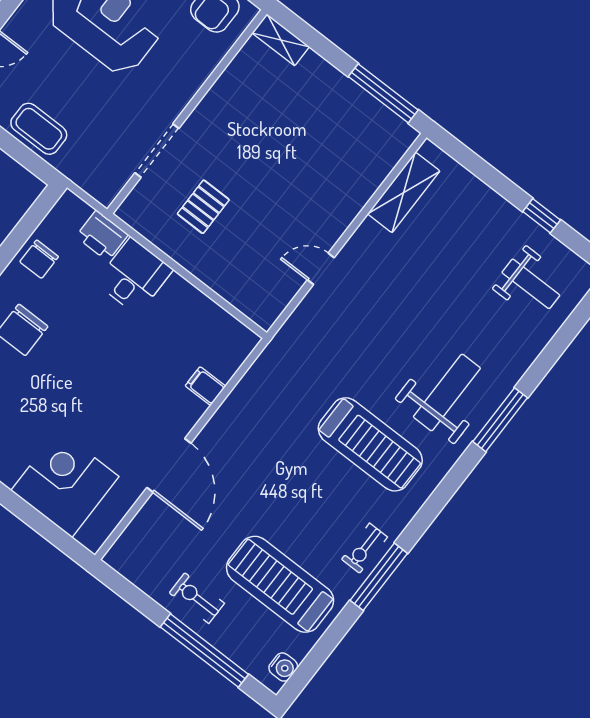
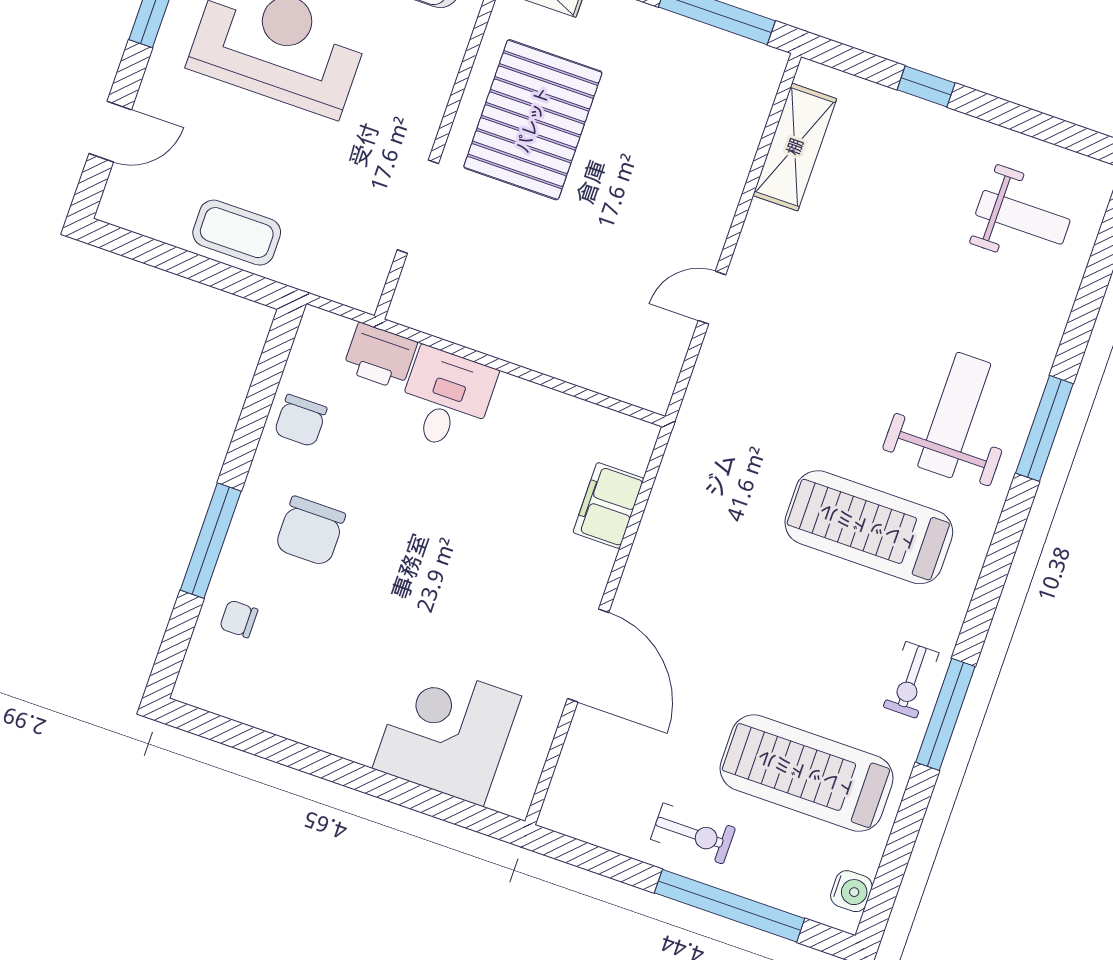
pallet: (203, 207) -> (533, 120), moved, width x2.05, depth x2.00
window: (542, 216) -> (926, 86), moved
filing cabinet: (205, 386) -> (608, 505), width x2.00
treadmill: (370, 444) -> (869, 527), turned 180
exercise bike: (197, 598) -> (693, 834), turned 180

